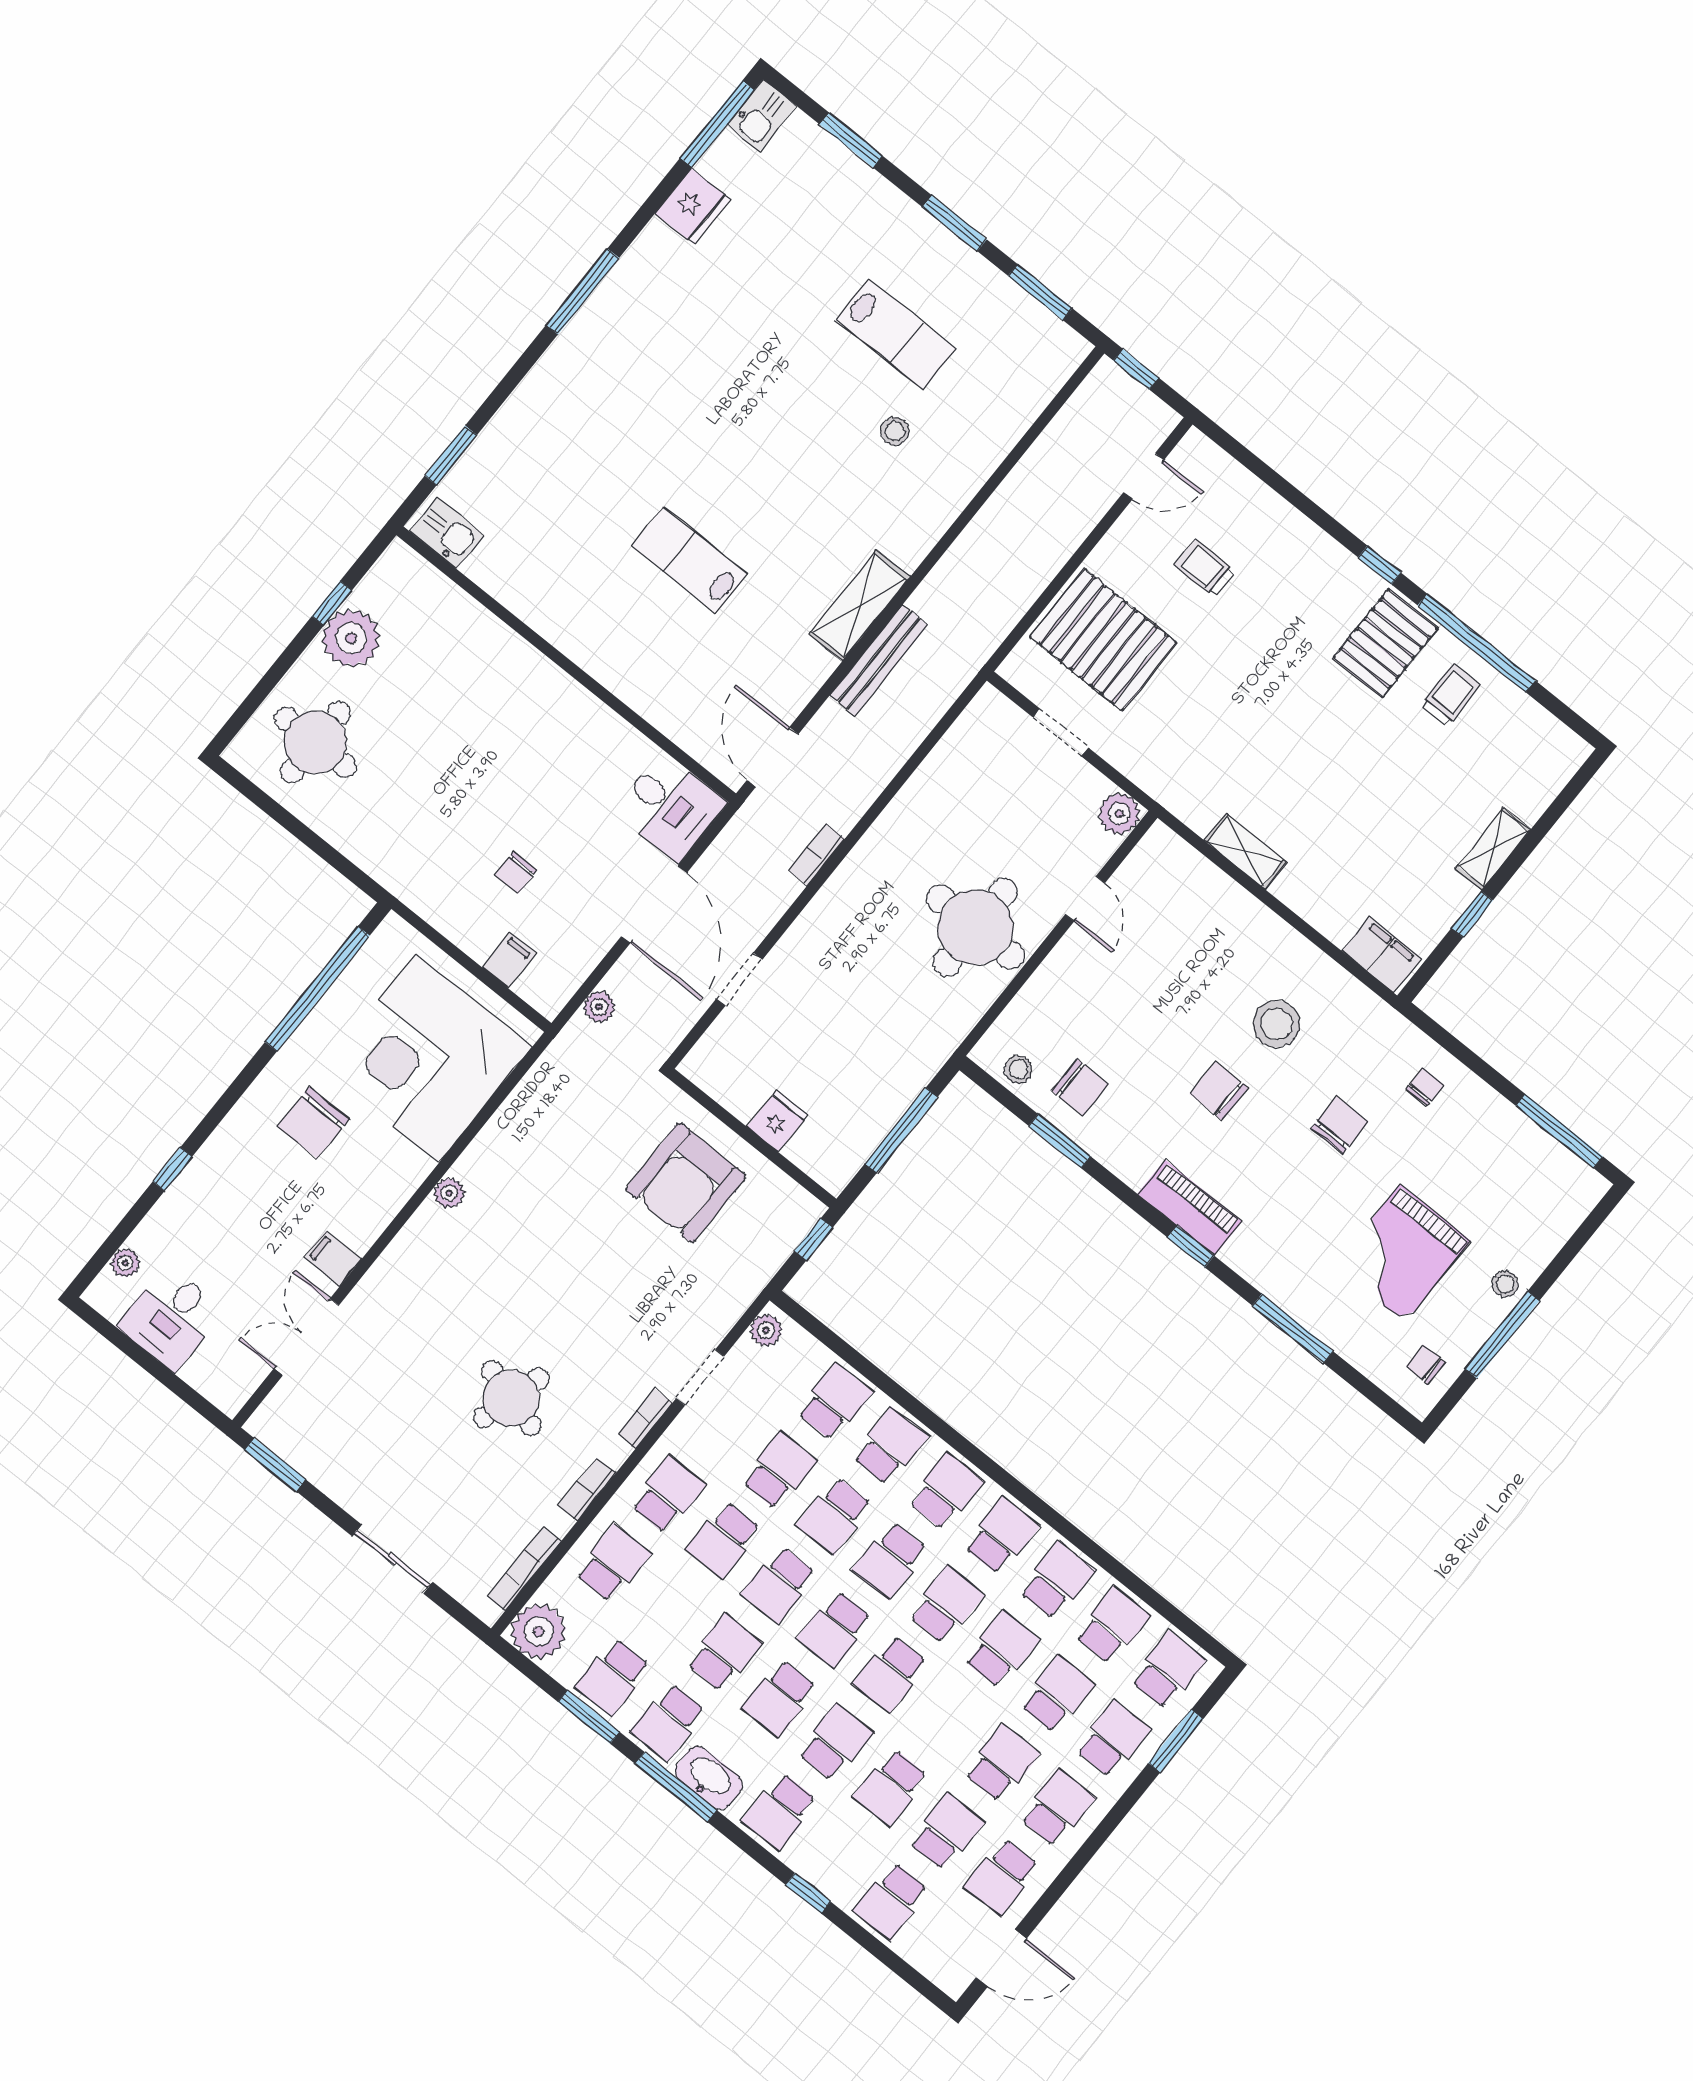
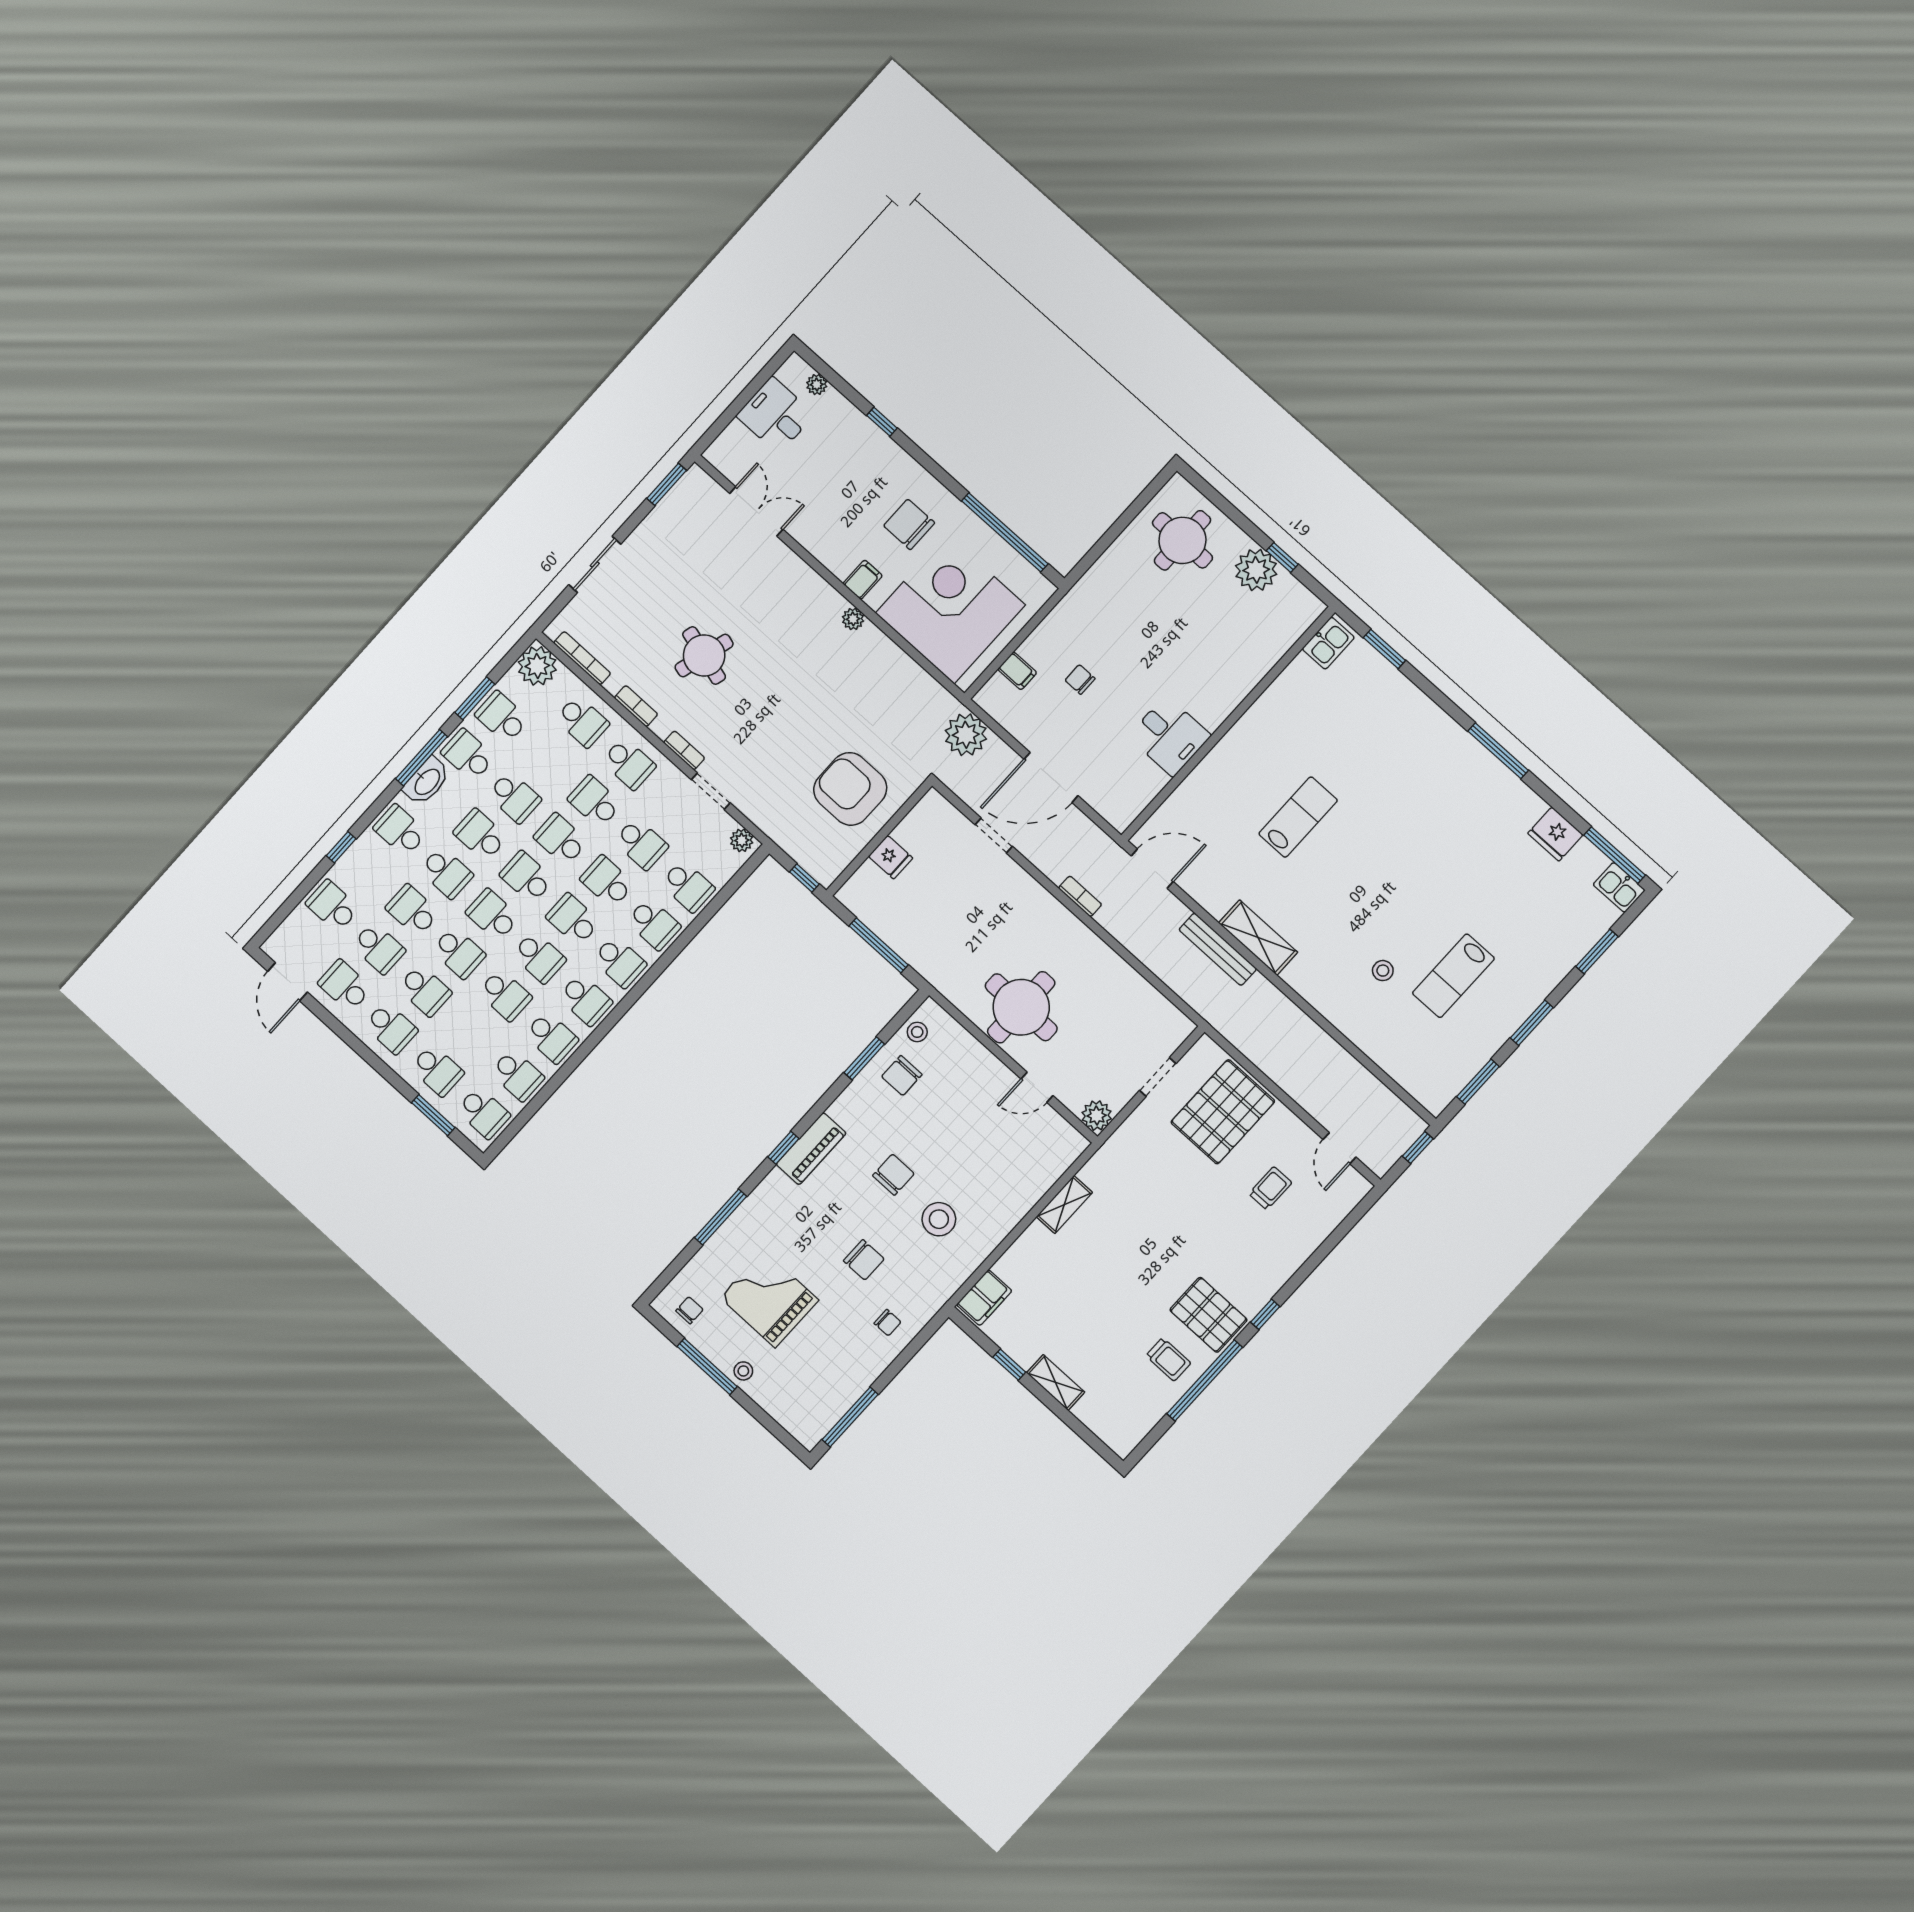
desk: (670, 807) -> (1169, 736), moved, turned -90
plant: (599, 1007) -> (966, 735), width x1.88, depth x1.88
filing cabinet: (333, 1258) -> (863, 580), moved
school desk: (1057, 1694) -> (459, 953), moved

